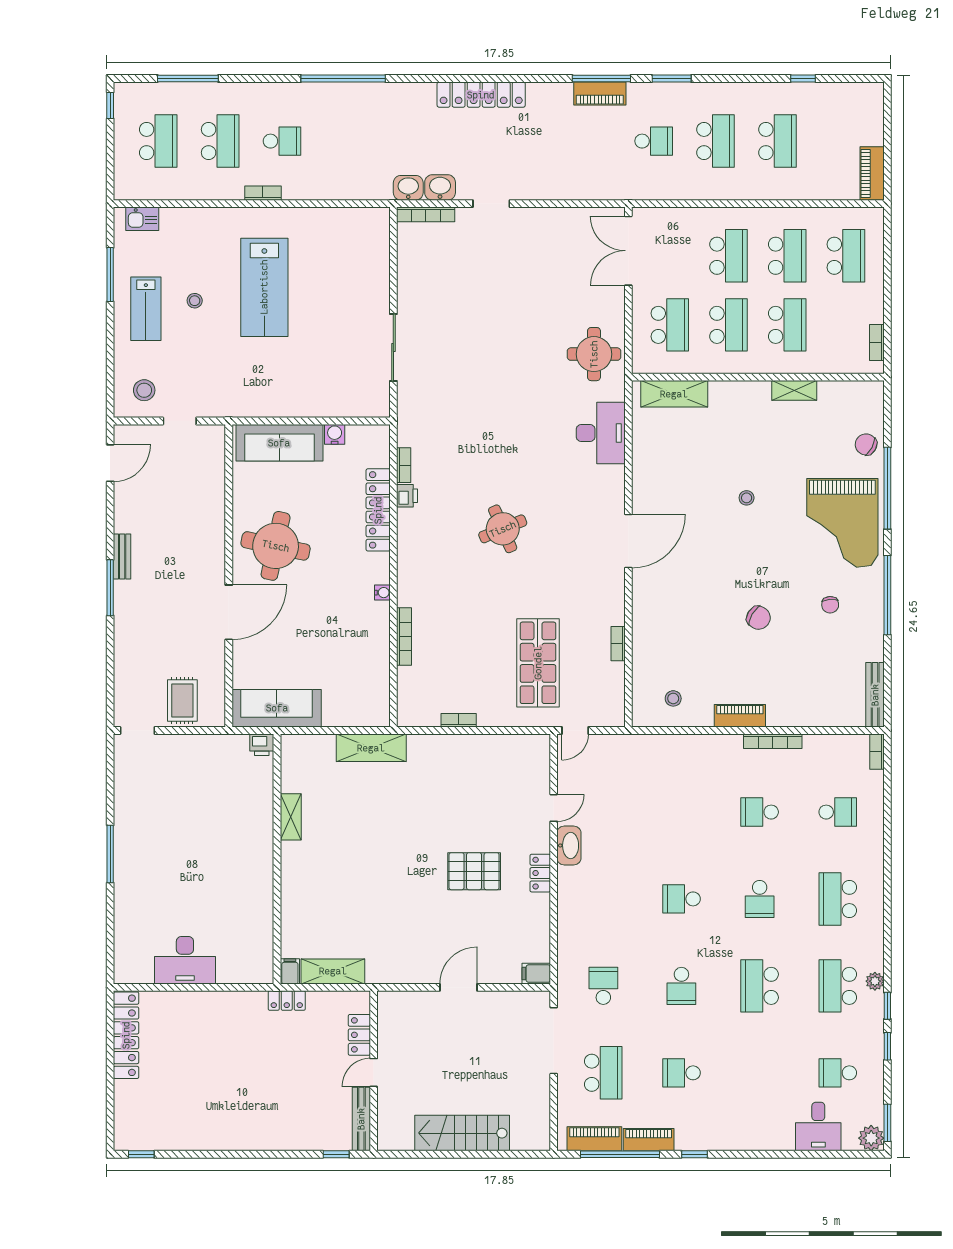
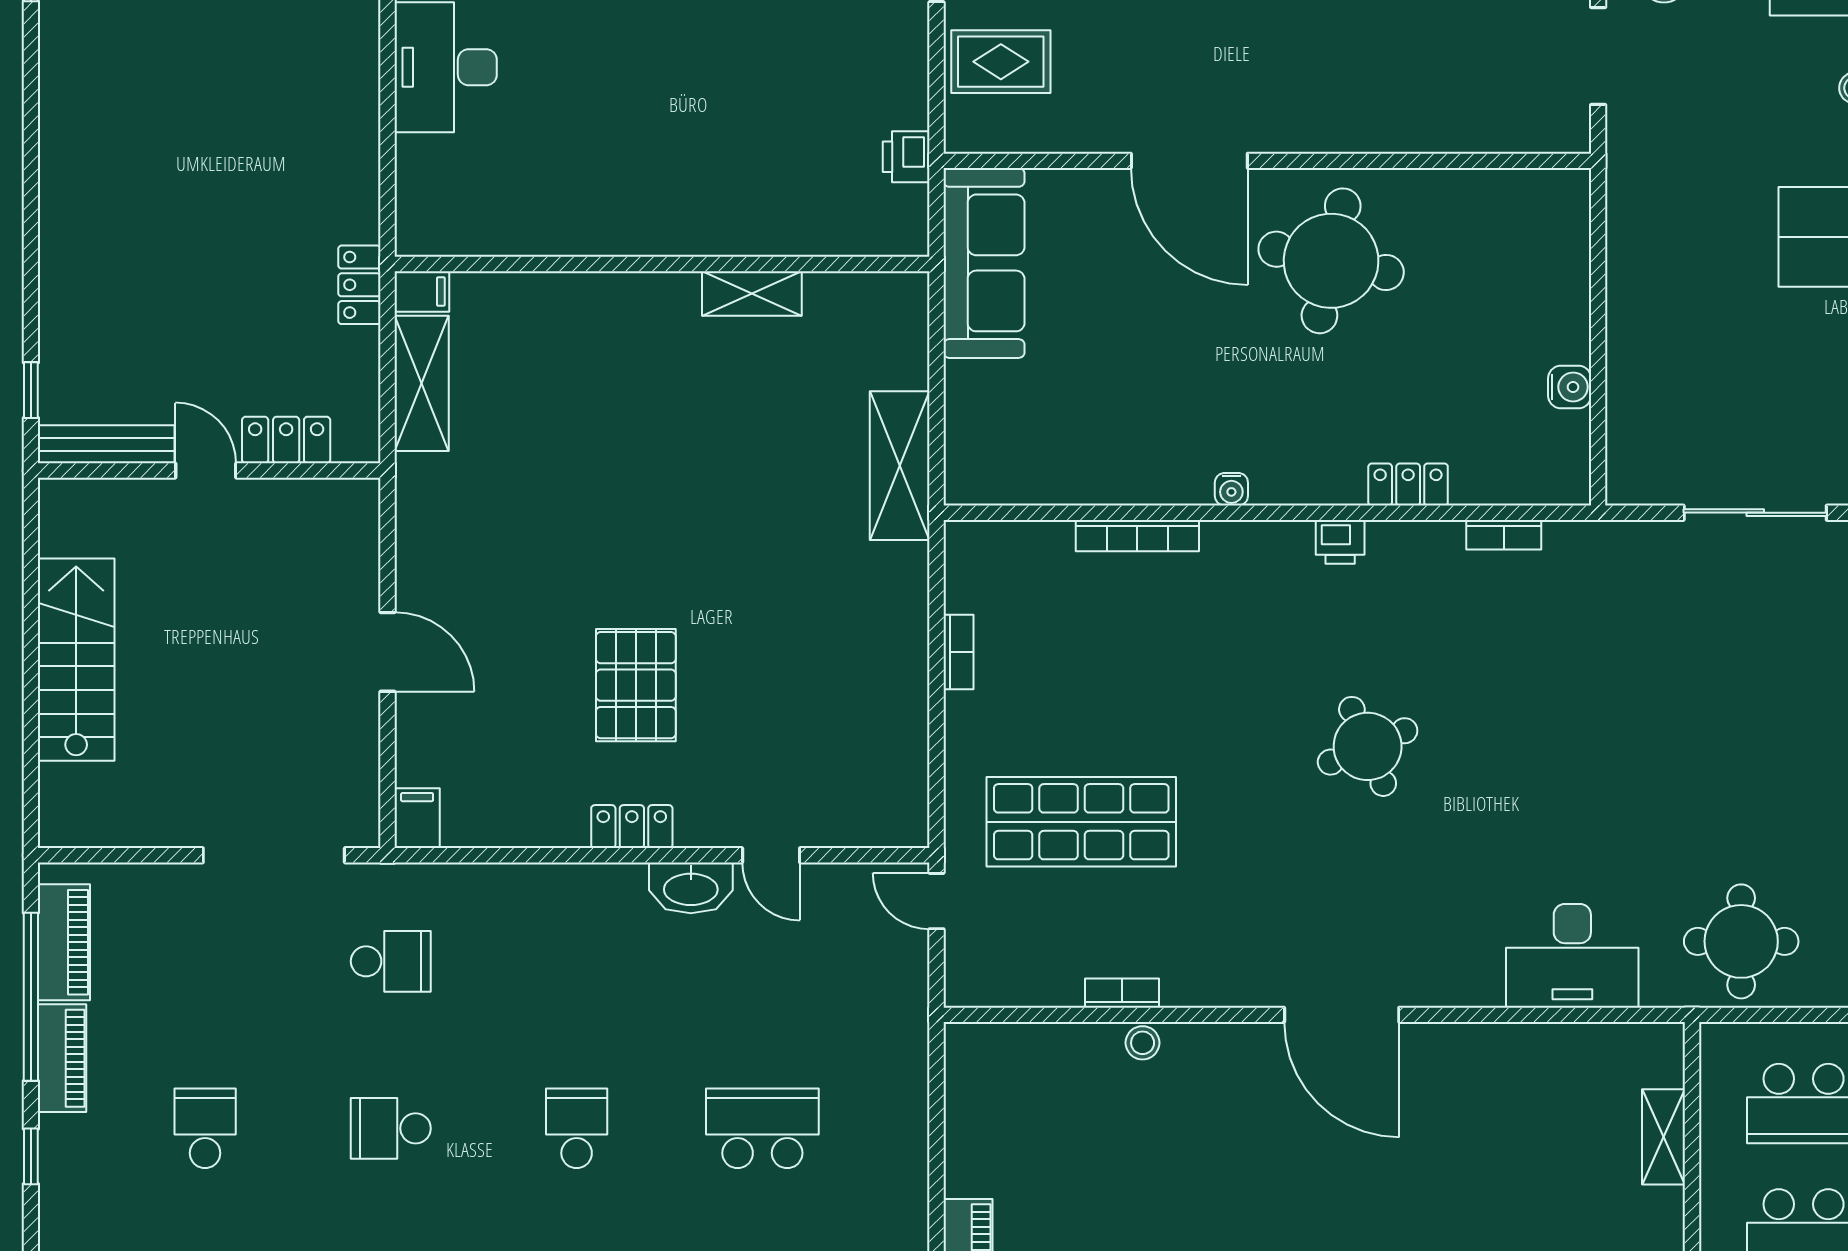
shelving: (674, 394) -> (1663, 1137), width x0.67, depth x0.75
doorway: (180, 421) -> (1598, 56), width x1.38
sofa: (279, 443) -> (1552, 269), removed
printer: (407, 496) -> (1340, 542), moved
locker: (378, 510) -> (1408, 485), width x0.46, depth x0.83
stool: (673, 698) -> (1143, 1043), moved
printer: (262, 745) -> (906, 157), moved
school desk: (603, 1073) -> (762, 1128), moved, turned 180

